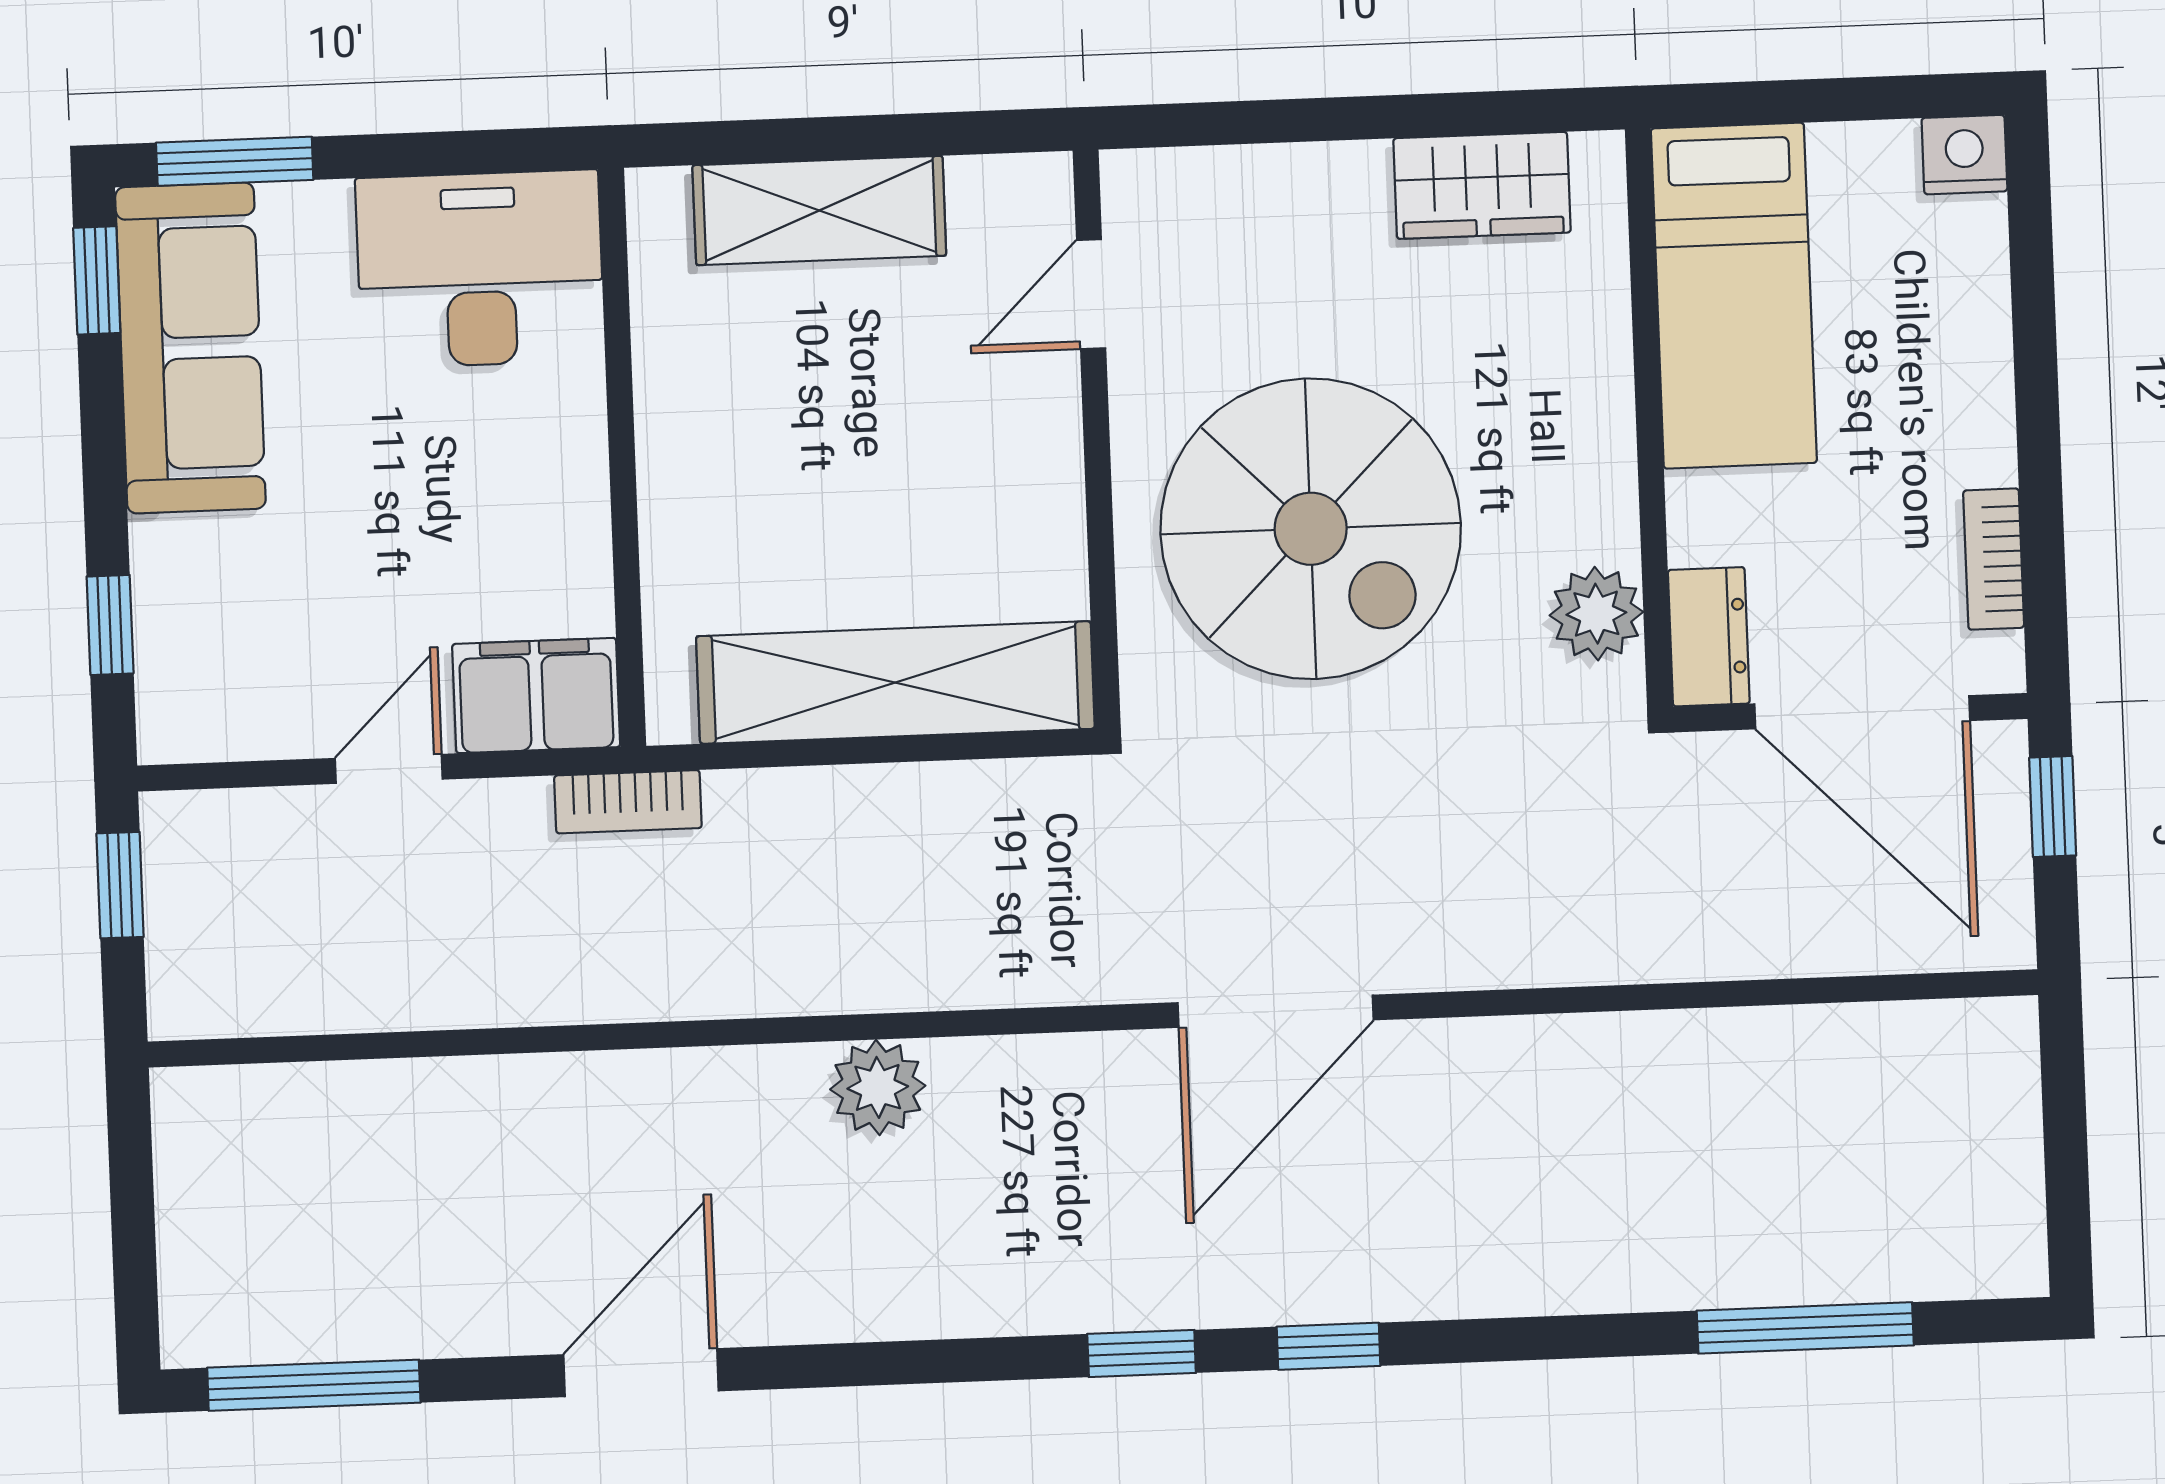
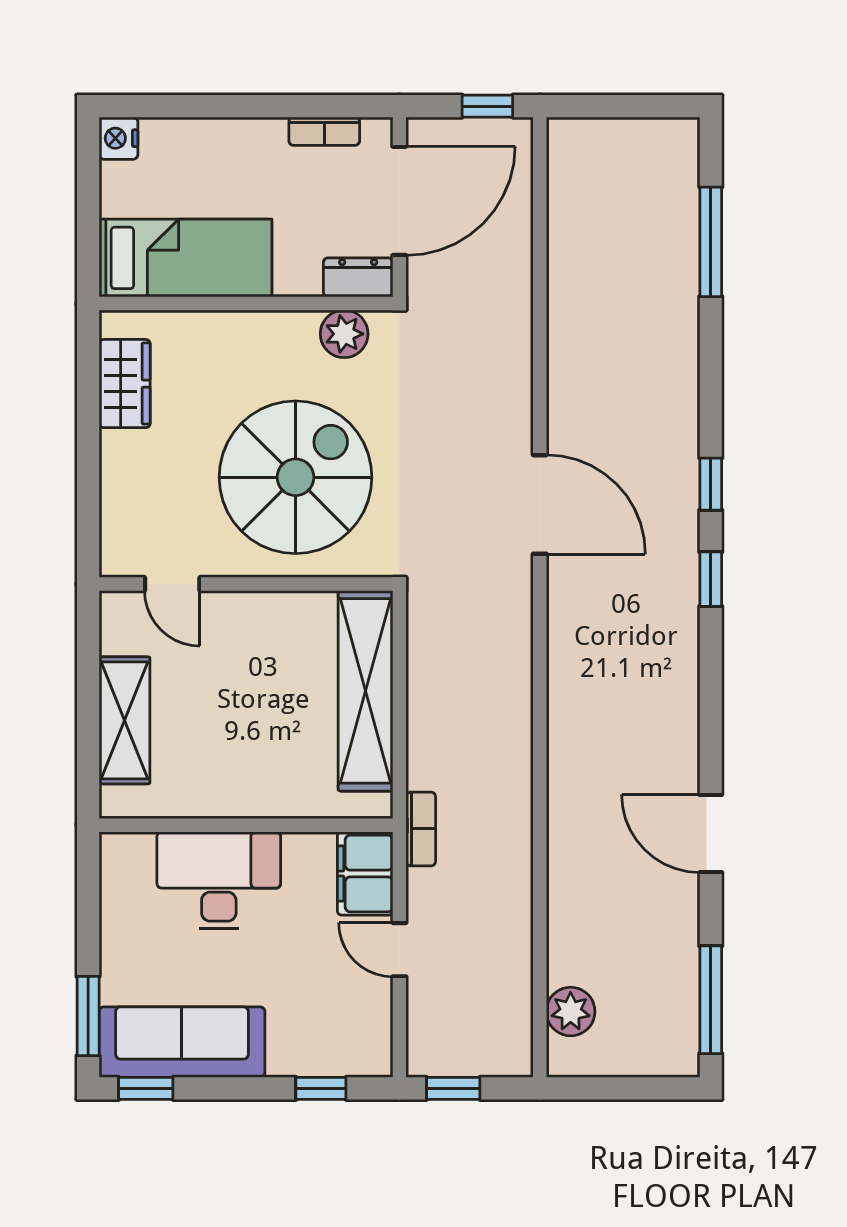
desk: (480, 269) -> (219, 880), moved, turned 90
window: (2053, 807) -> (487, 106), moved
plant: (878, 1087) -> (571, 1012), moved

